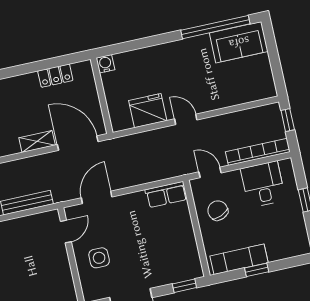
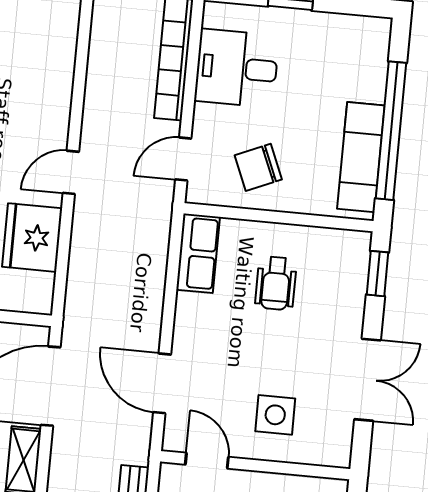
wheelchair: (164, 237) -> (276, 283), added
window: (257, 270) -> (391, 131), width x3.17

